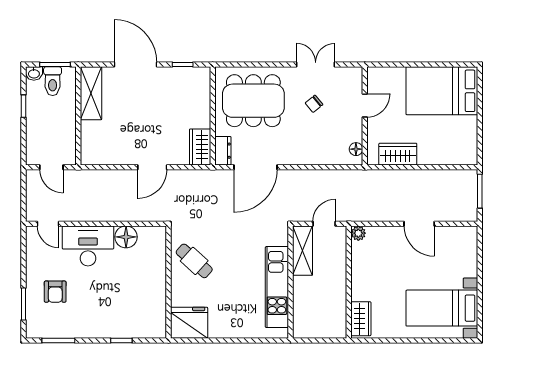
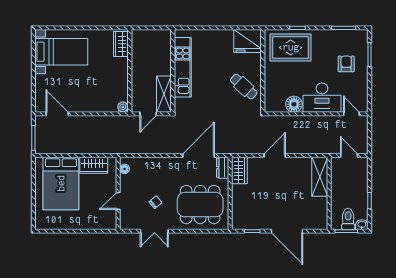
bed: (442, 91) -> (61, 183), moved, turned 90
shelving: (91, 93) -> (320, 177), moved
door: (419, 224) -> (57, 114), moved
rug: (131, 314) -> (291, 47), added

